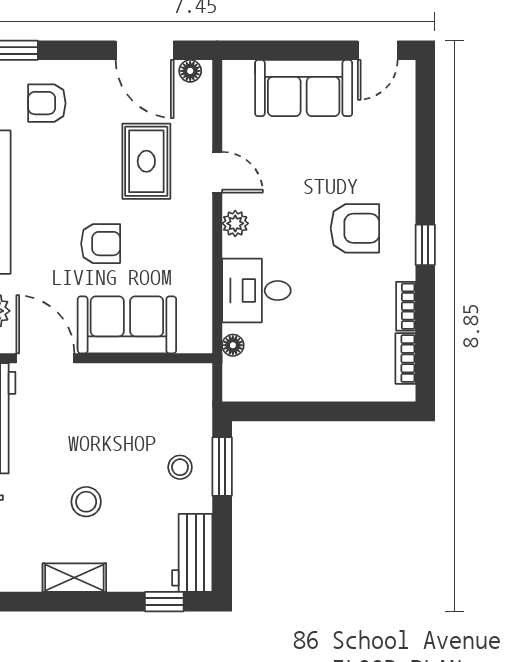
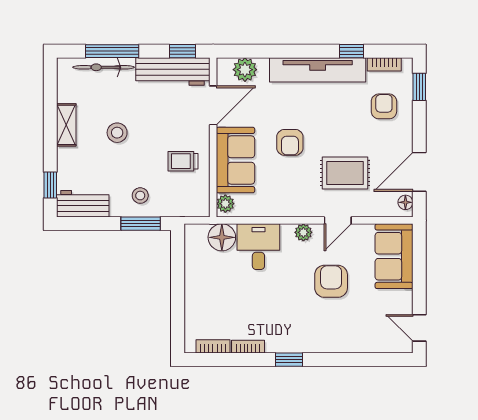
sofa: (304, 88) -> (394, 256), moved
armchair: (355, 228) -> (331, 281), moved, turned 180
plant: (192, 340) -> (225, 204), added
floor lamp: (233, 345) -> (222, 237), width x1.89, depth x1.89
trolley: (129, 403) -> (183, 161), added

